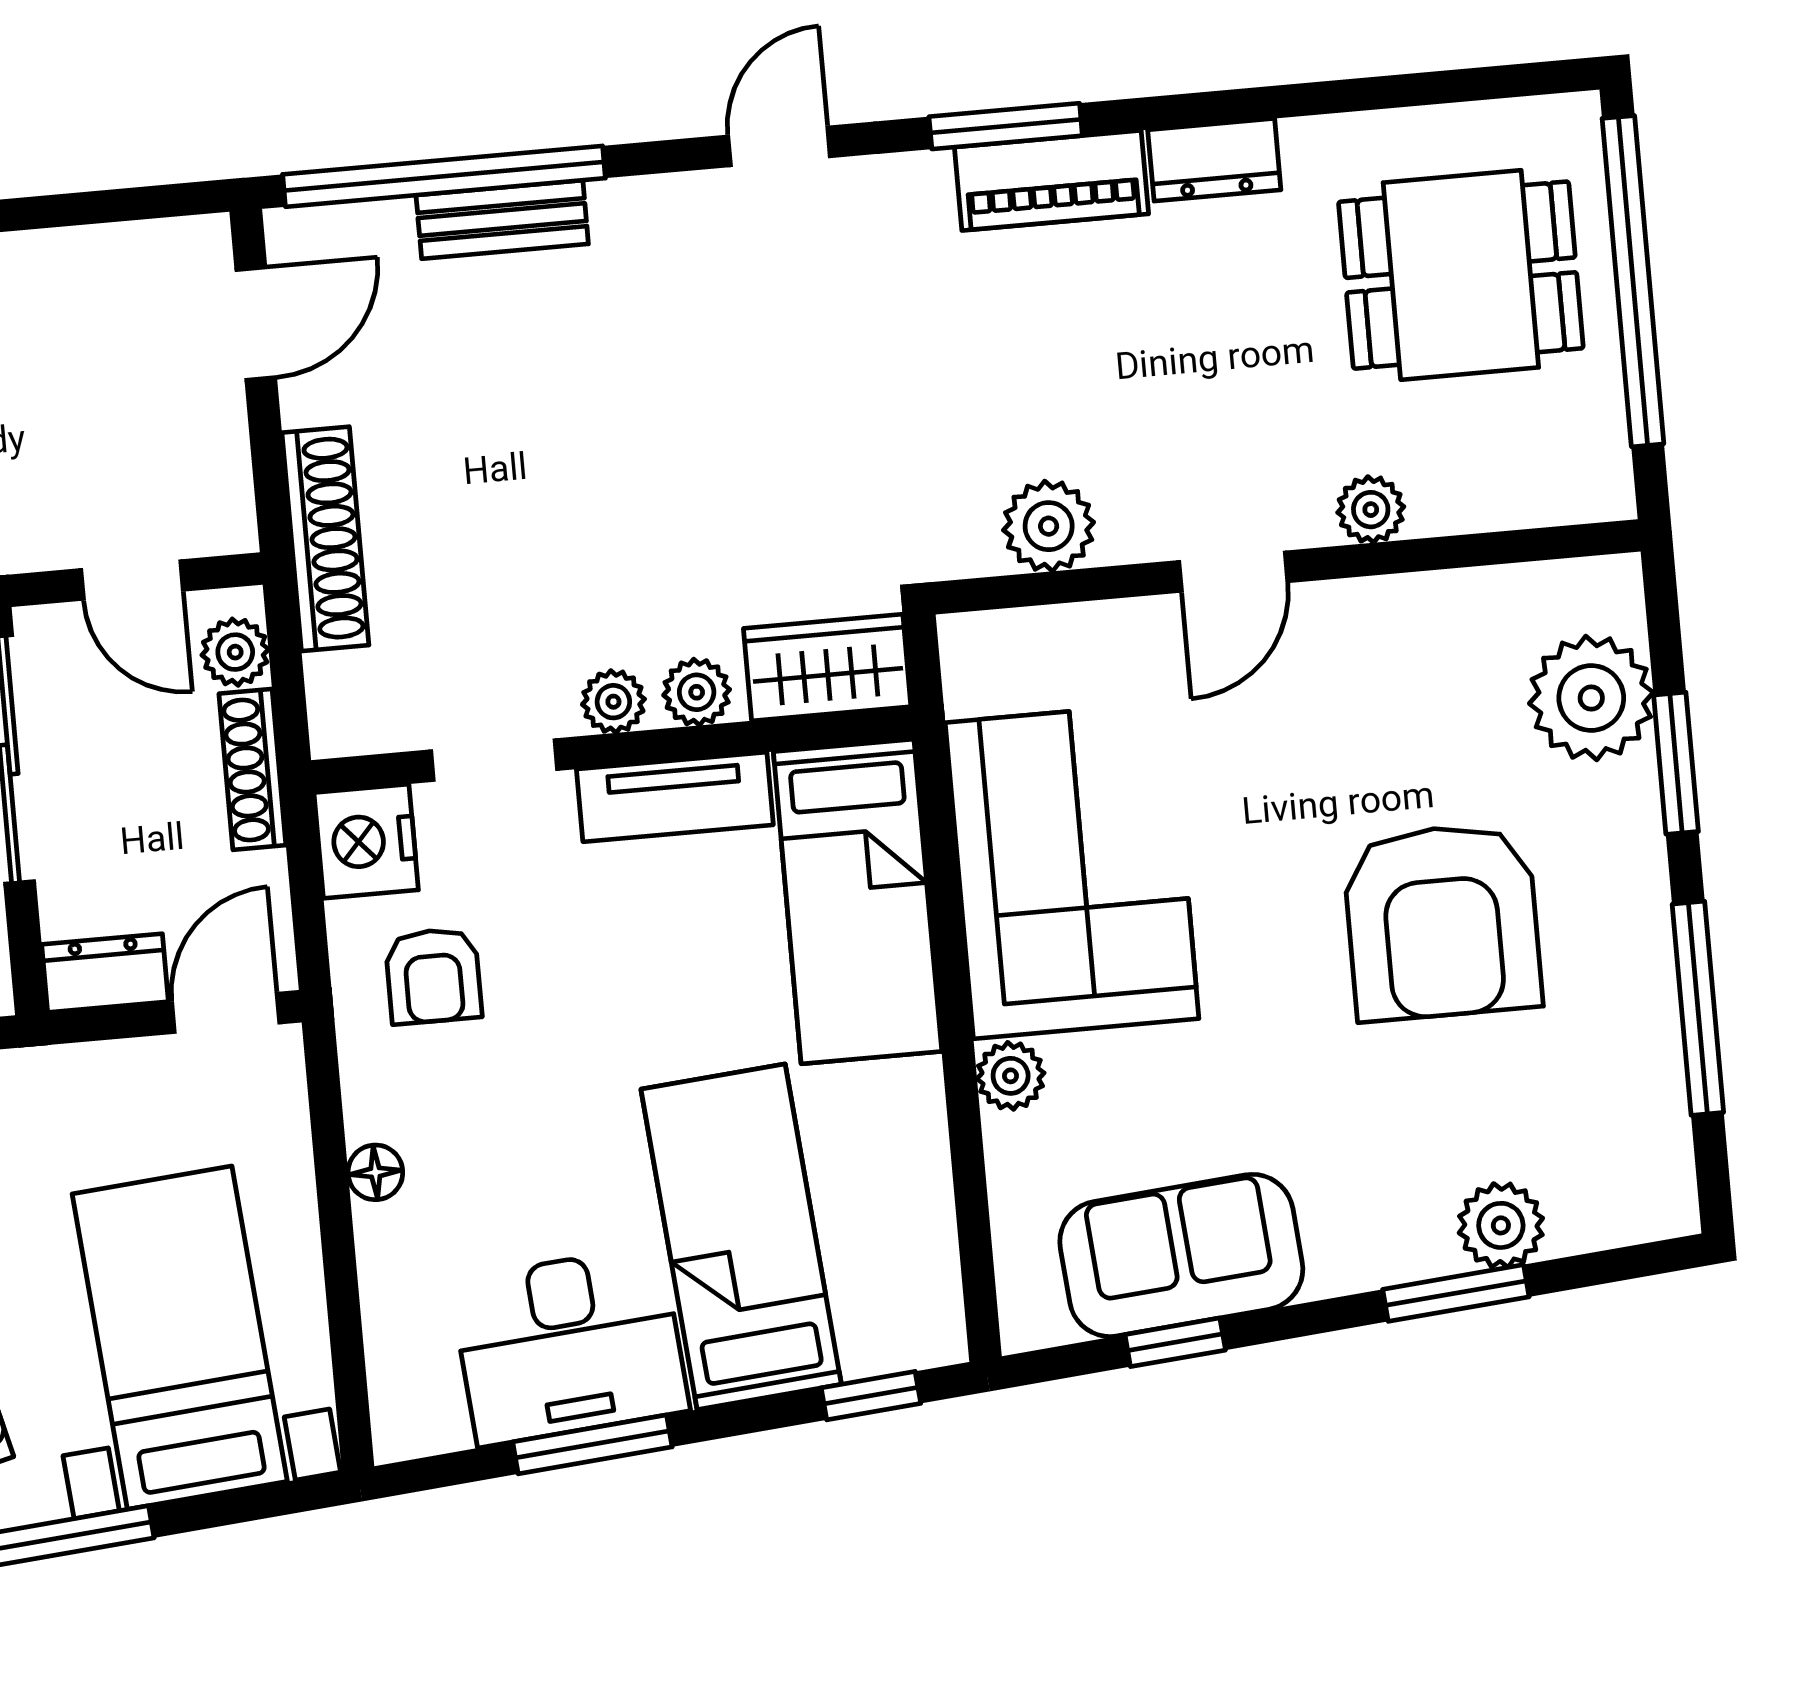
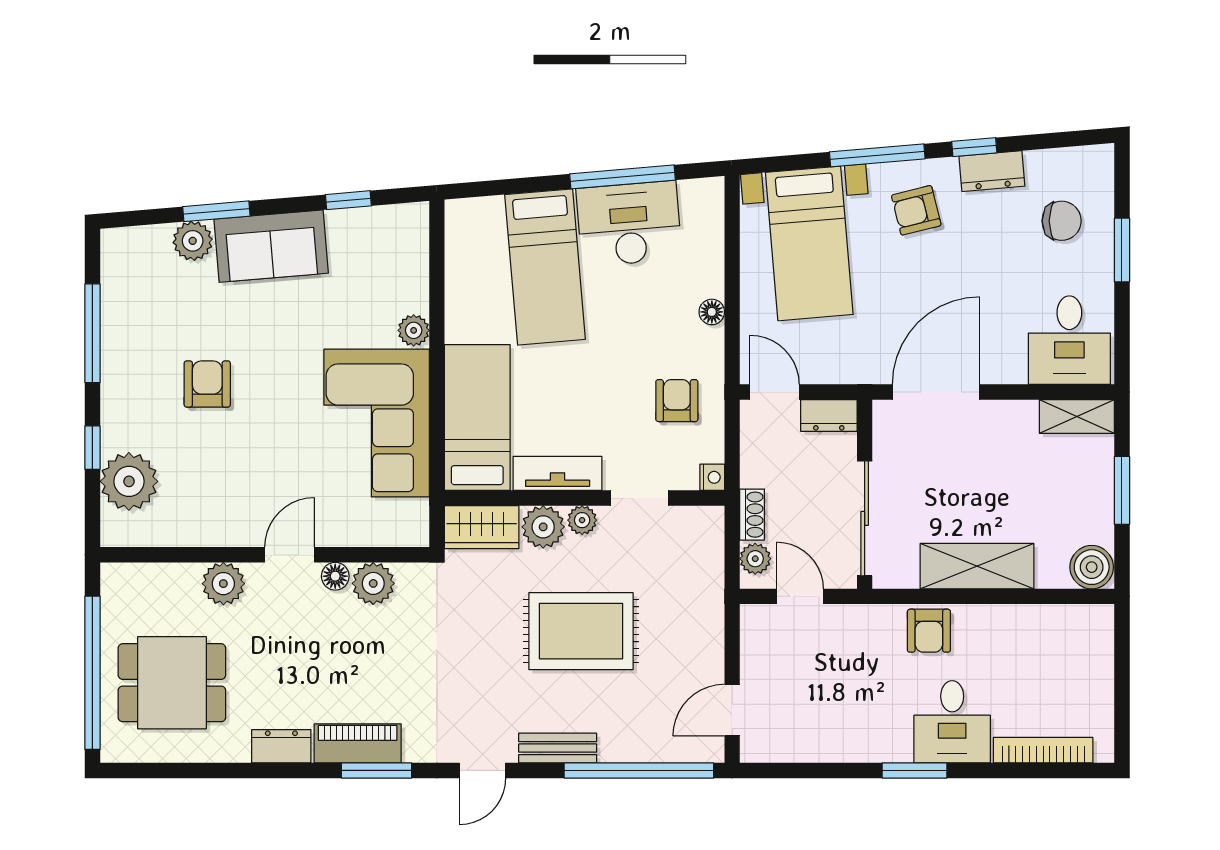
bench: (502, 220) -> (558, 748), moved
rug: (595, 464) -> (581, 631), added
plant: (1371, 510) -> (223, 584), width x1.38, depth x1.38
floor lamp: (1131, 534) -> (335, 576), added
shoe rack: (325, 539) -> (709, 607), removed
plant: (697, 692) -> (543, 527), width x1.38, depth x1.38
window: (1676, 763) -> (92, 448), width x0.67
shoe rack: (252, 769) -> (752, 515), width x0.70
nightstand: (366, 841) -> (712, 477), width x0.53, depth x0.56
armchair: (1442, 922) -> (207, 384), width x0.53, depth x0.53
door: (226, 1013) -> (775, 392), swing flipped
sofa: (1181, 1255) -> (271, 246), moved
window: (871, 1396) -> (491, 188), removed
window: (592, 1444) -> (623, 177), width x1.44

